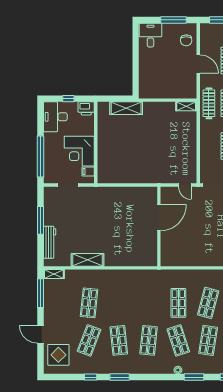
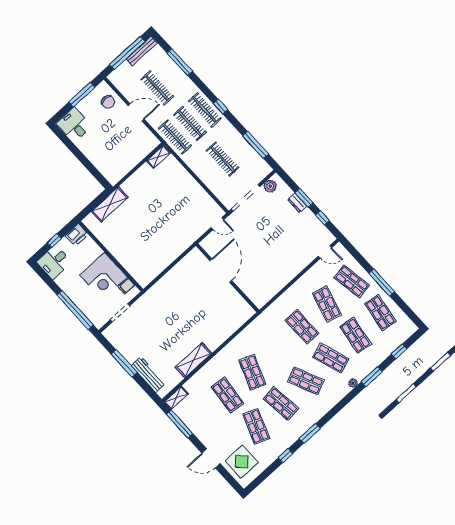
desk: (55, 117) -> (54, 262), width x0.73
shop shelf: (119, 303) -> (252, 372), added
shop shelf: (149, 340) -> (306, 381), turned -30

